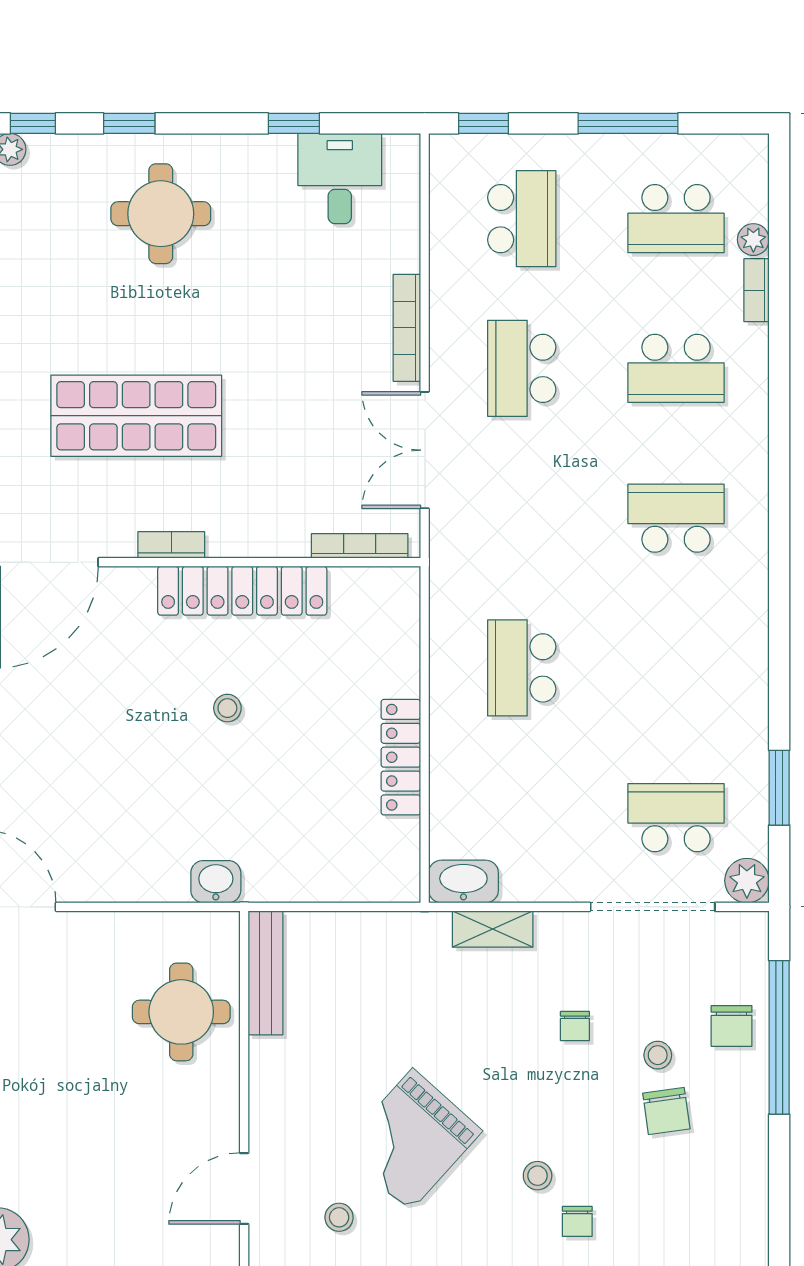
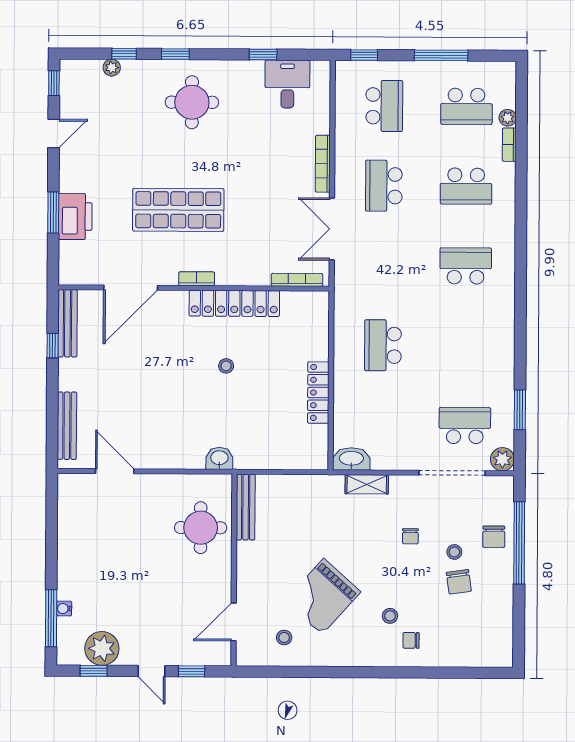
chair: (577, 1221) -> (411, 640), turned 90

